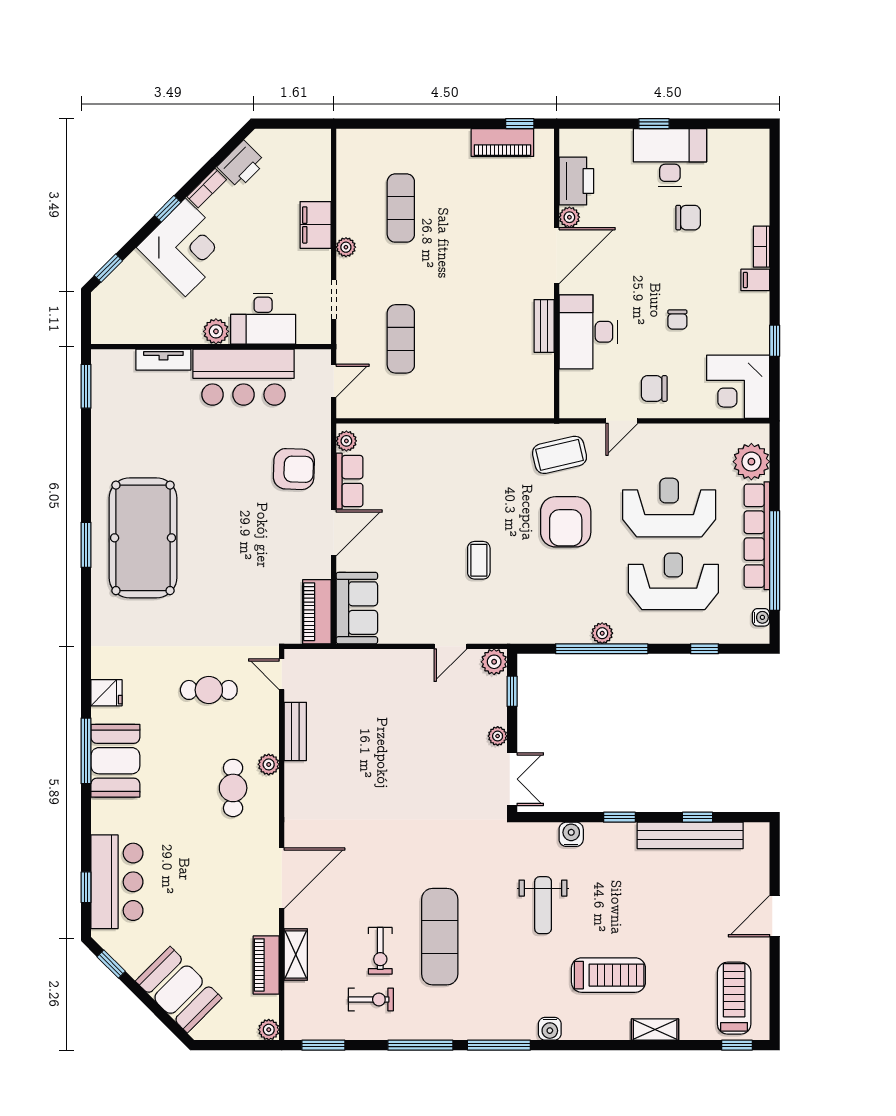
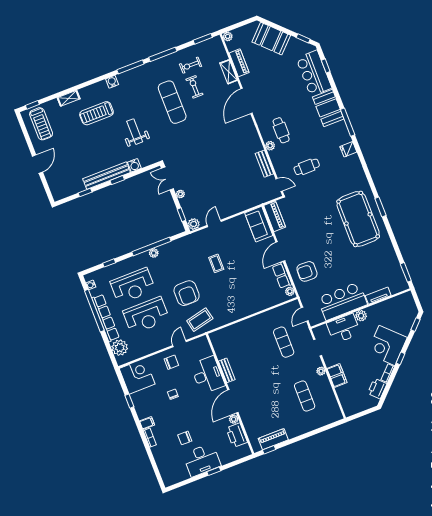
armchair: (566, 522) -> (187, 293), turned 180
booth: (115, 761) -> (328, 108), moved
bench: (690, 835) -> (107, 176), moved

